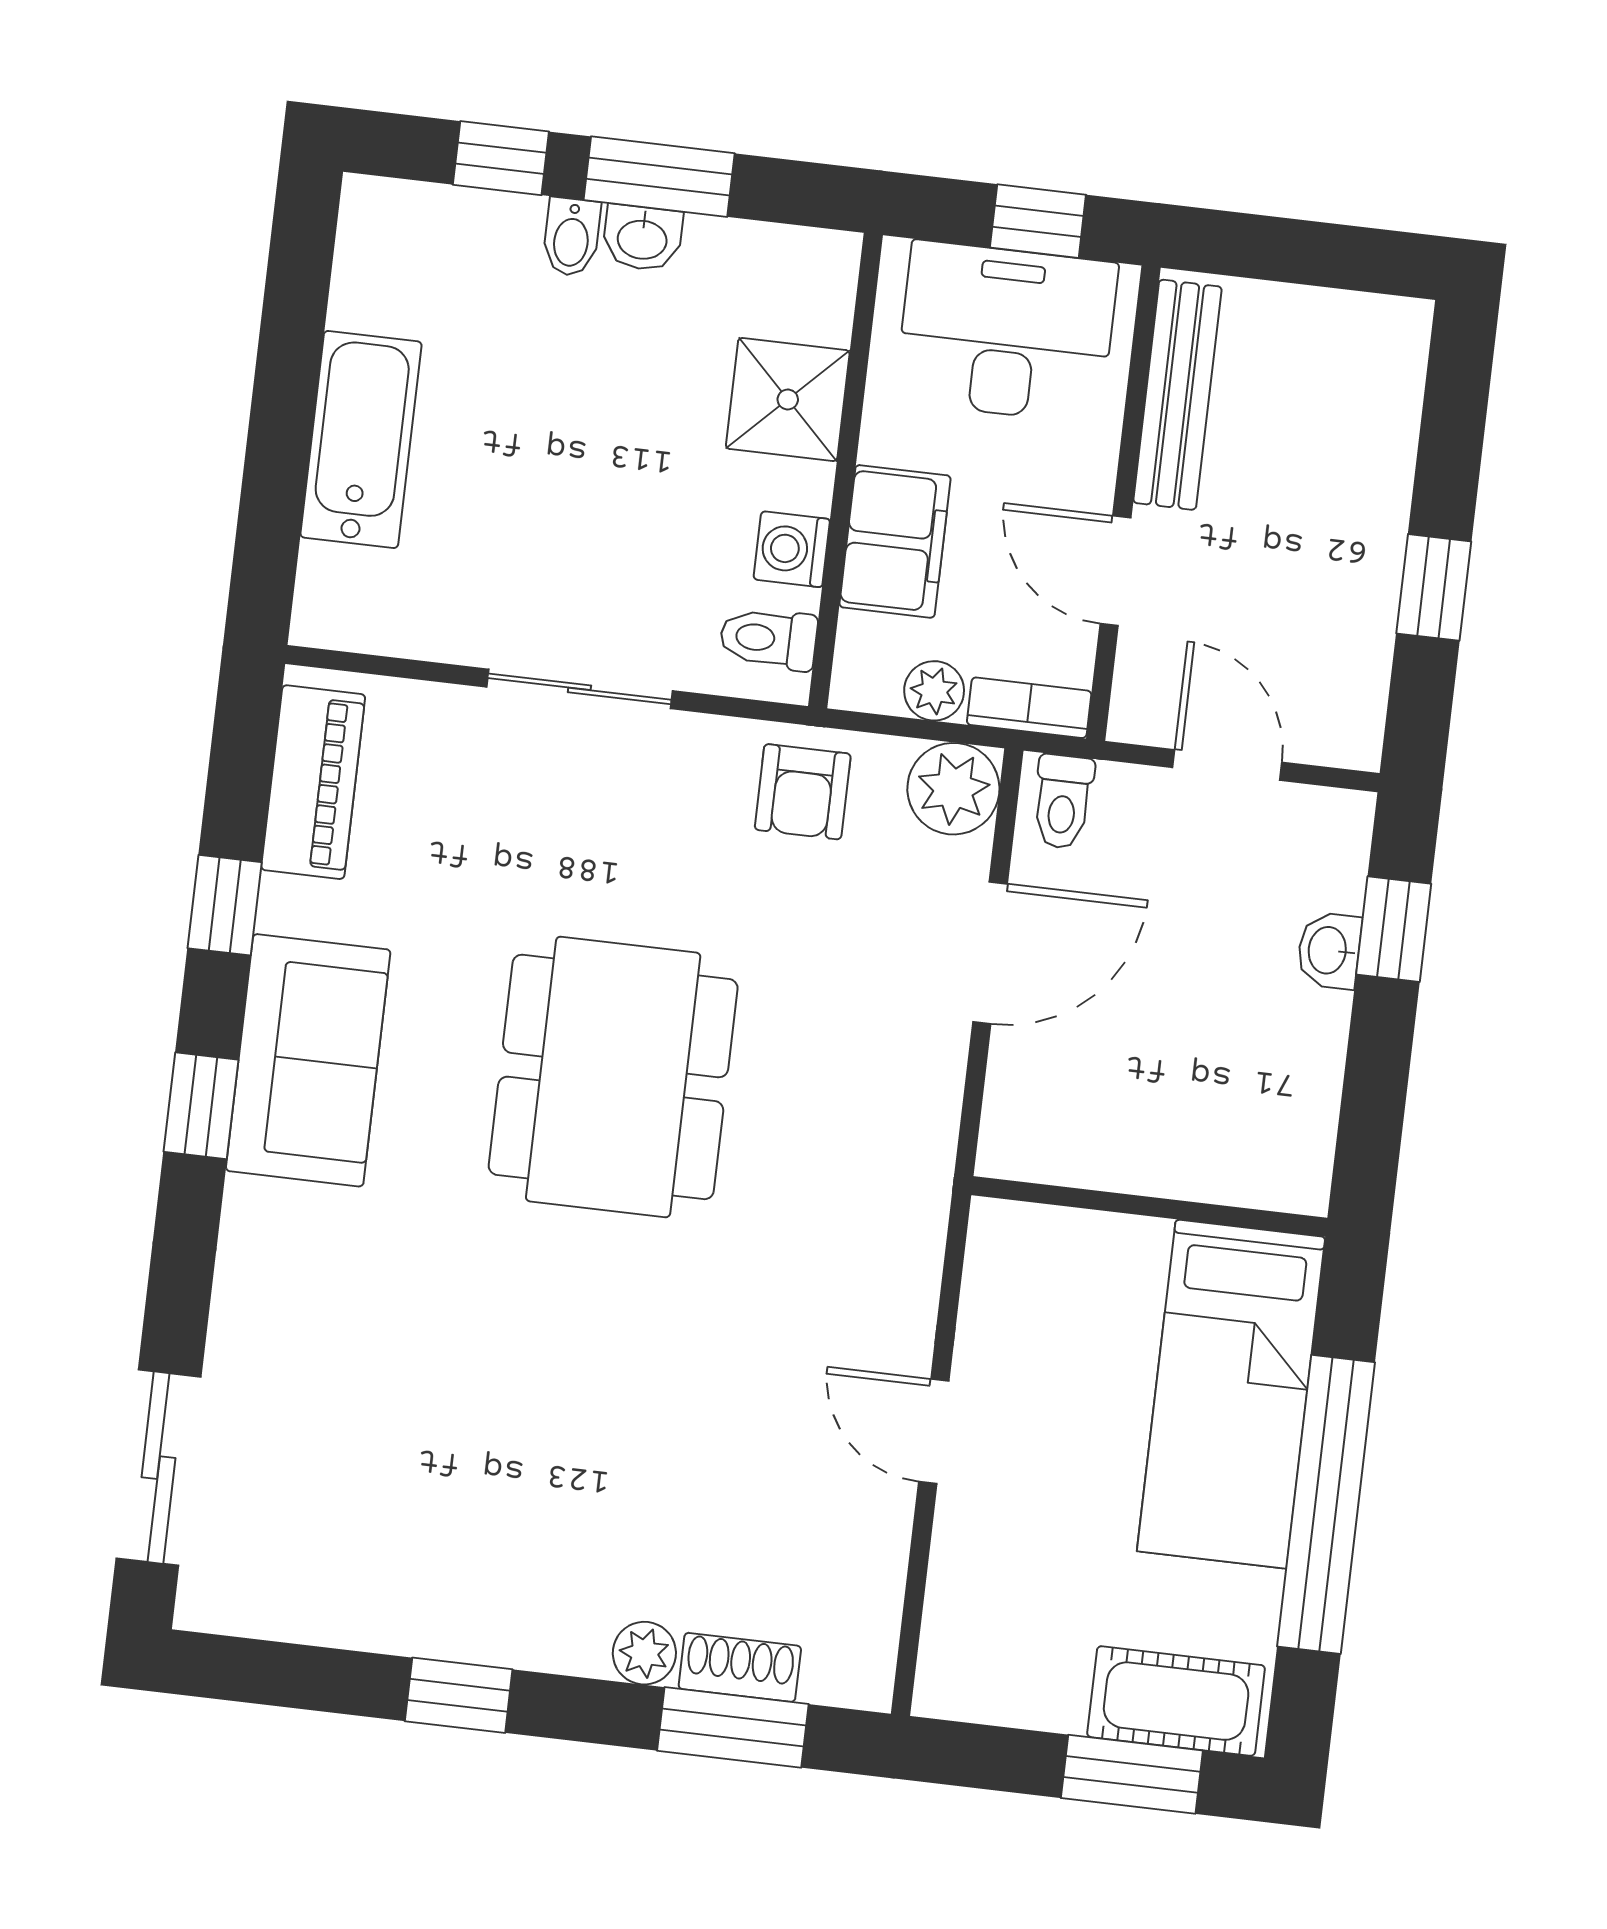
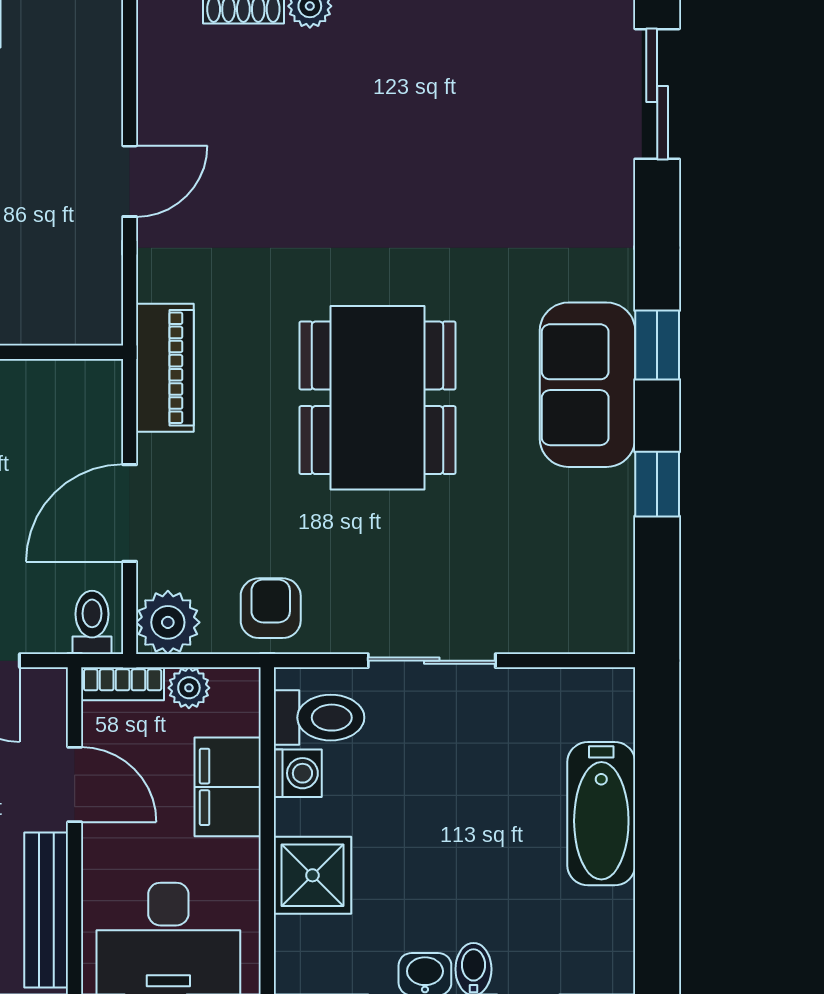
toilet: (768, 639) -> (319, 718), width x1.37, depth x1.39
piano: (313, 782) -> (165, 368), moved, turned 180
door: (934, 1431) -> (130, 181), hinge flipped

